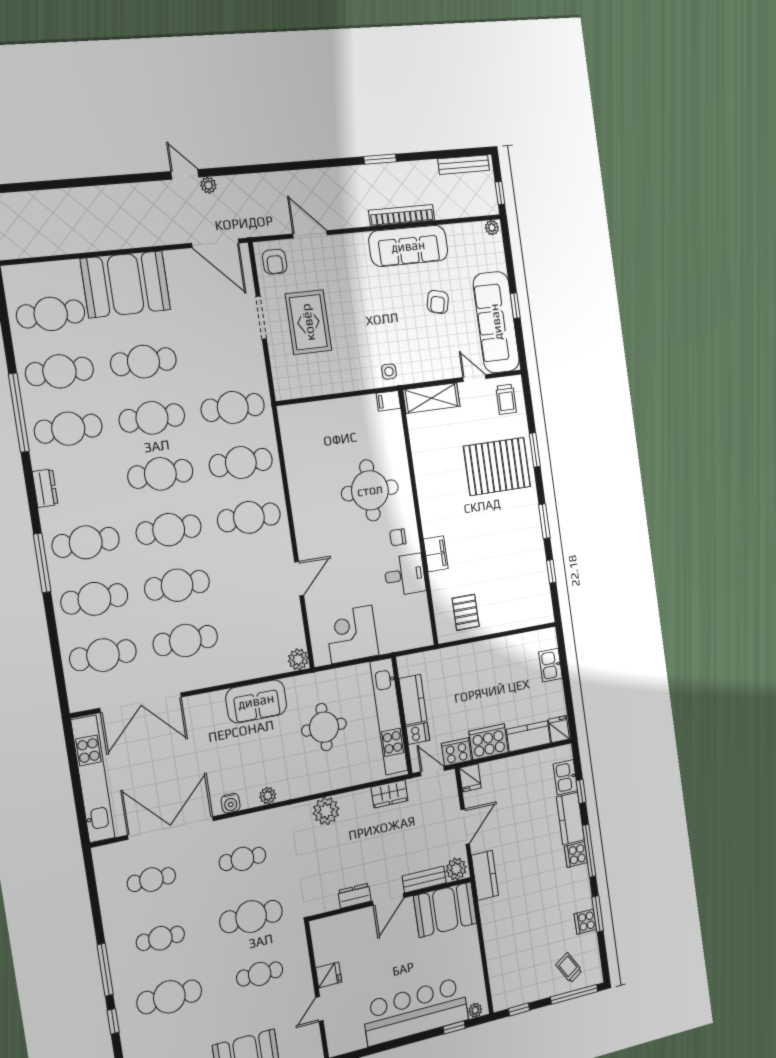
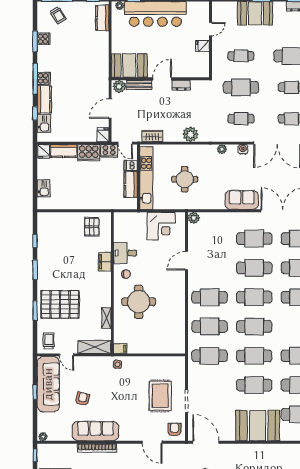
shelving: (419, 453) -> (106, 318), added
sofa: (256, 701) -> (242, 200), moved
kitchen counter: (485, 875) -> (102, 18), moved

